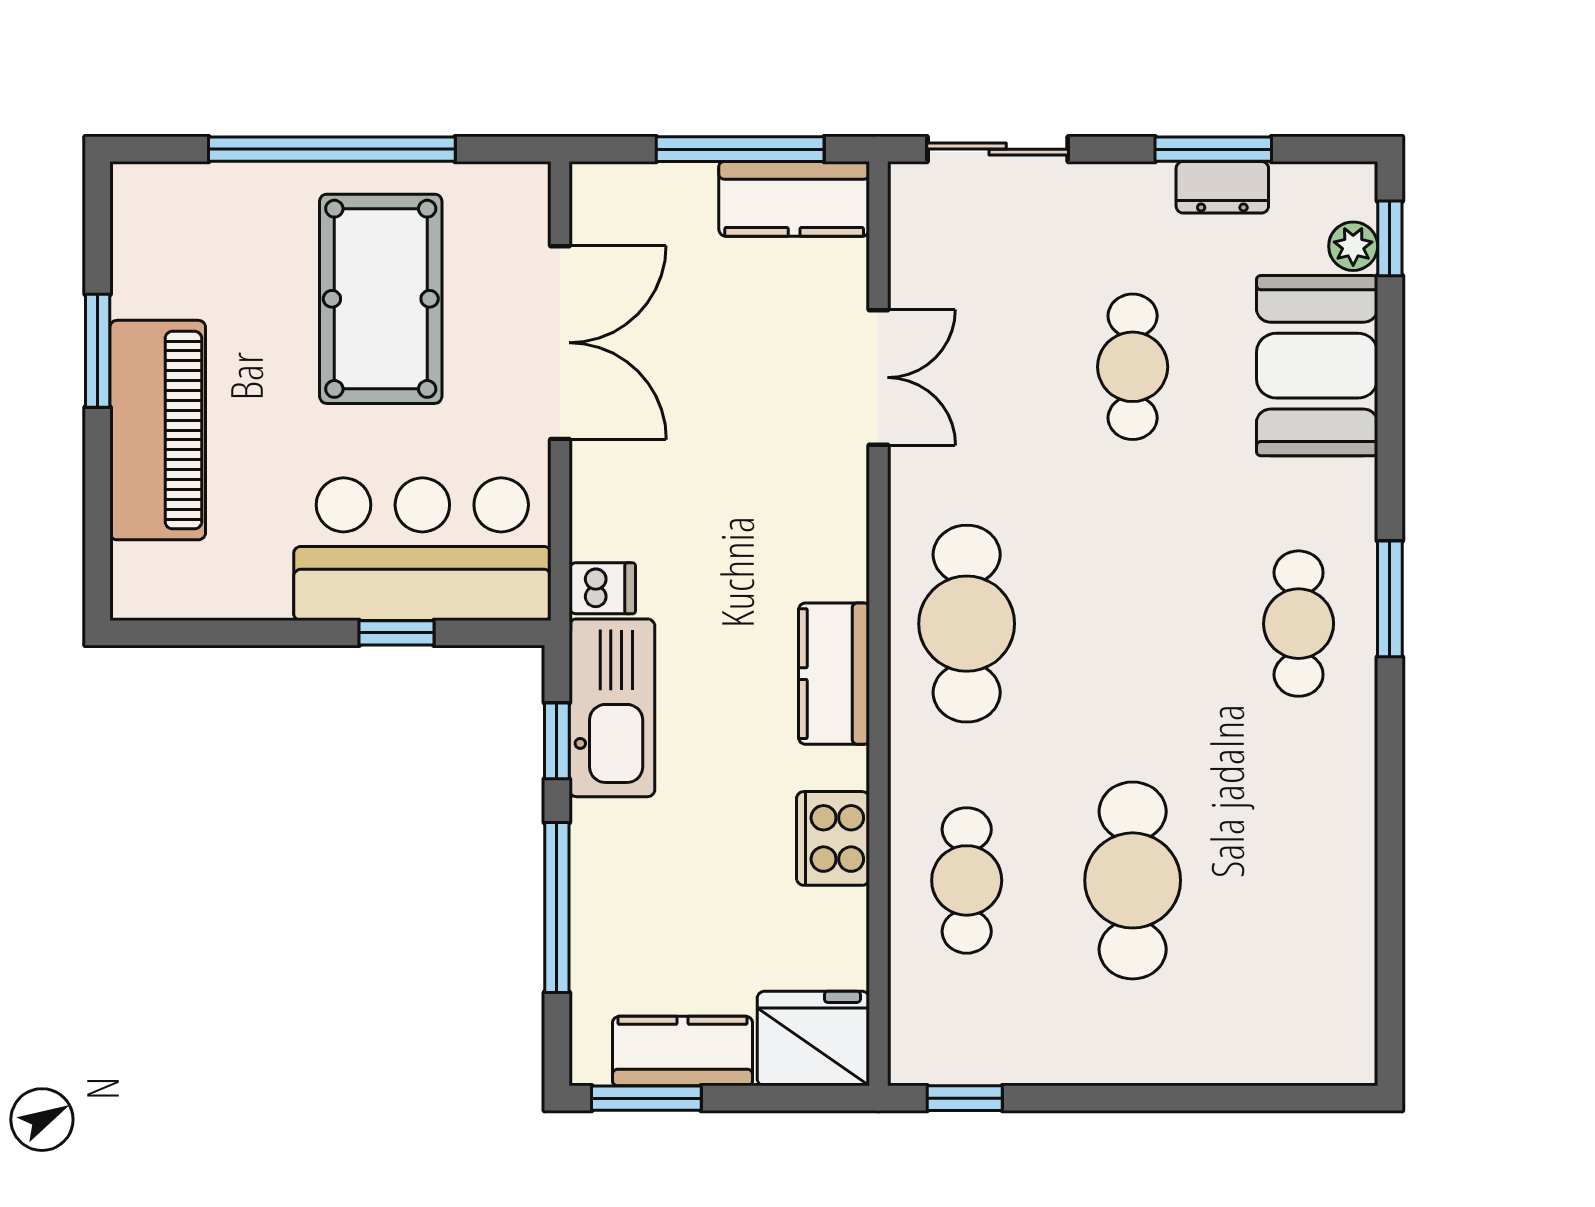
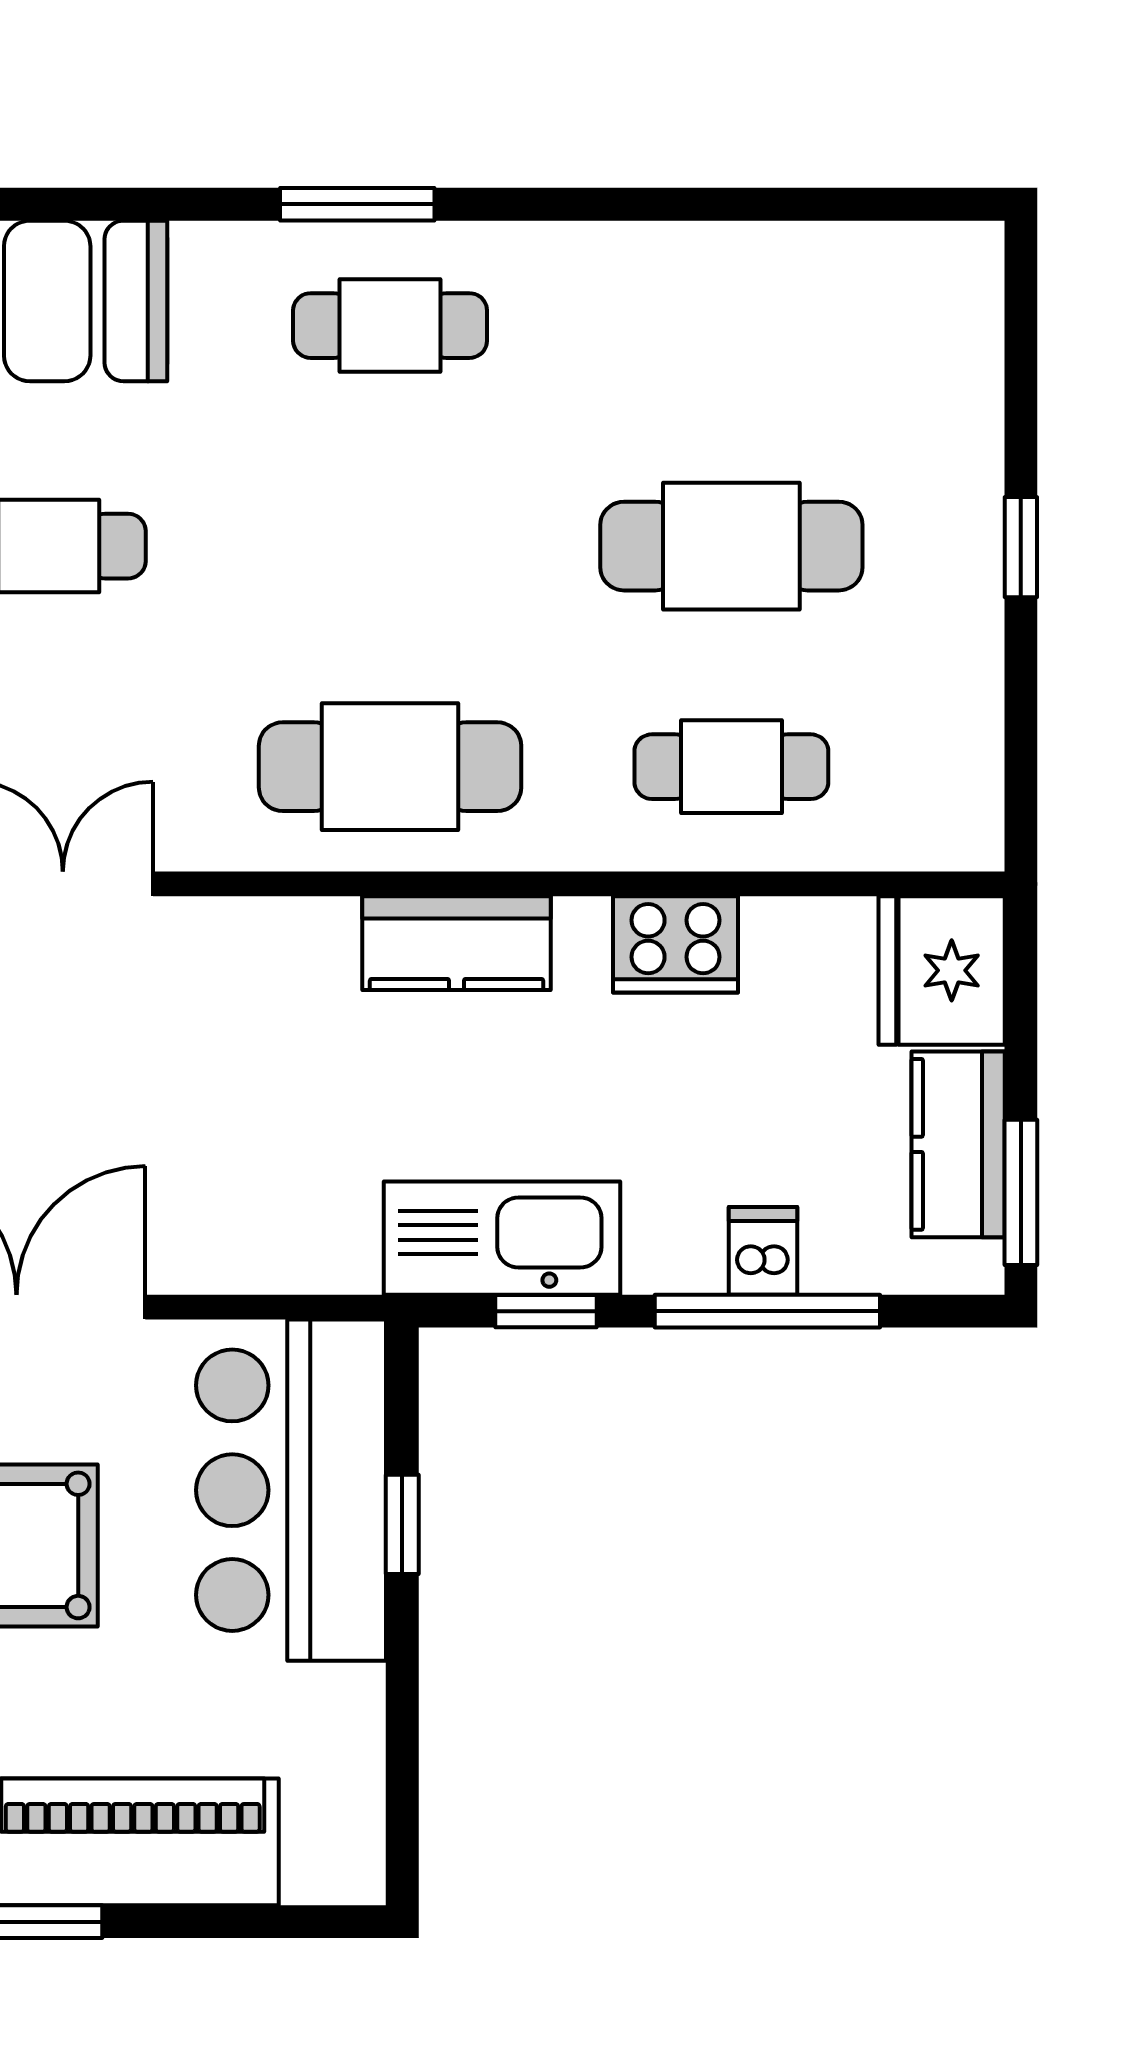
dishwasher: (602, 588) -> (763, 1251), moved
window: (965, 1098) -> (1021, 547), moved

